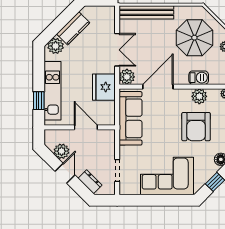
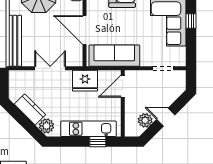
plant: (127, 77) -> (75, 59), removed
door: (86, 127) -> (123, 86), moved
dresser: (90, 182) -> (174, 94), removed
window: (168, 200) -> (191, 21), added

